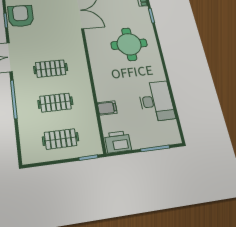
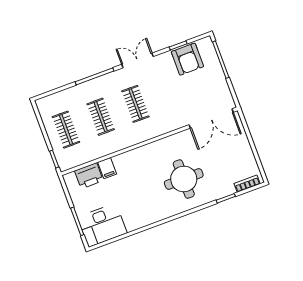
armchair: (21, 16) -> (187, 59), turned 90
desk: (156, 101) -> (102, 225), moved
printer: (118, 142) -> (89, 176), moved, turned 90

